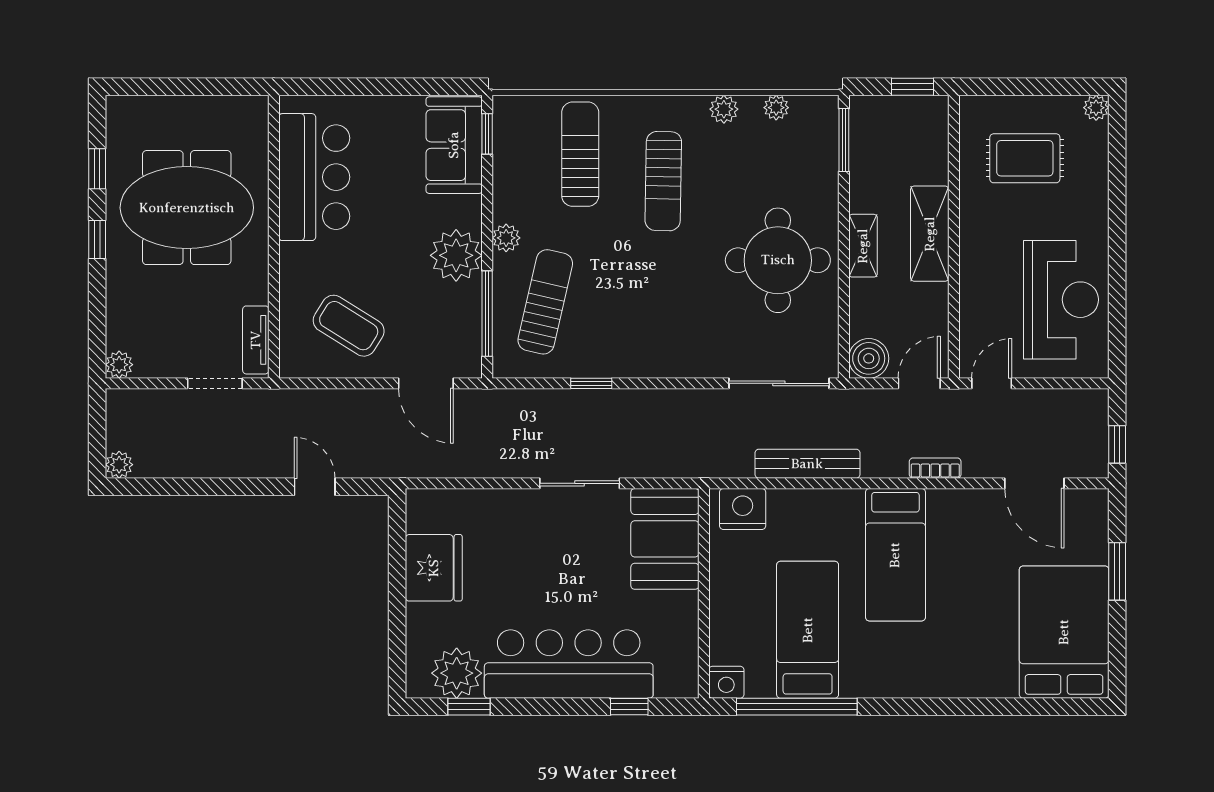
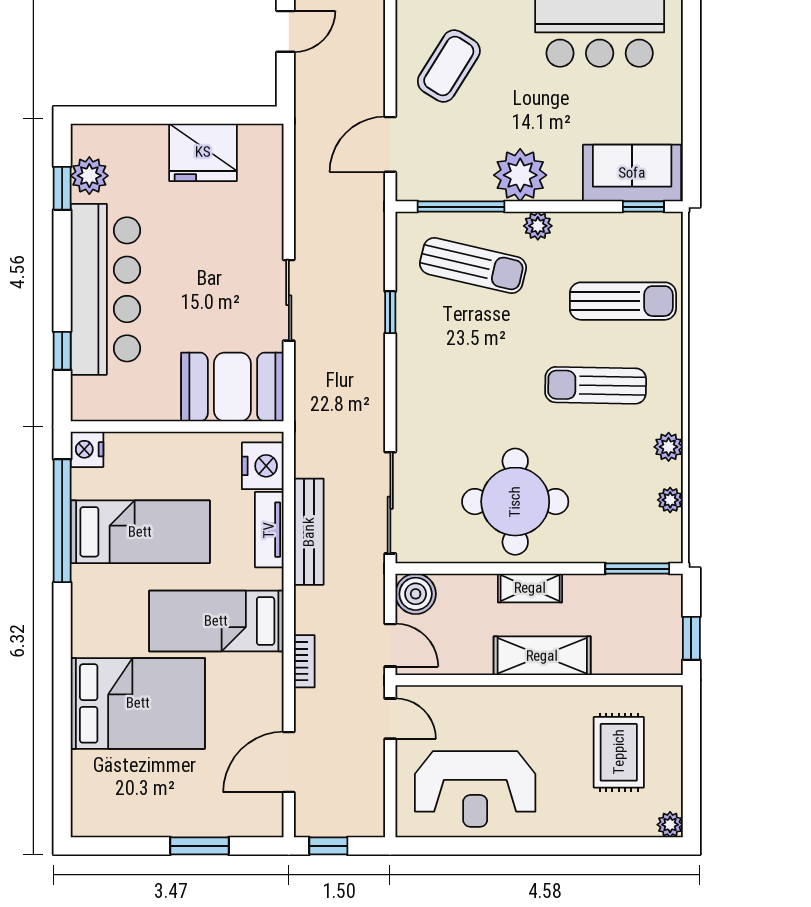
tv unit: (805, 503) -> (269, 530), added
bed: (1064, 632) -> (138, 703), moved
plant: (457, 673) -> (89, 176), width x0.73, depth x0.73

